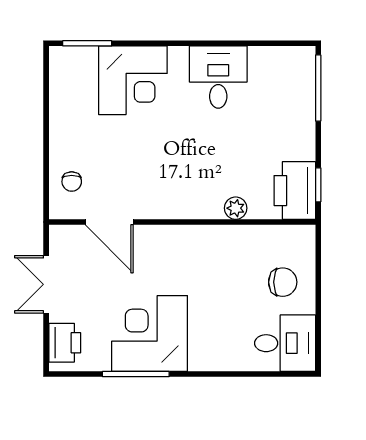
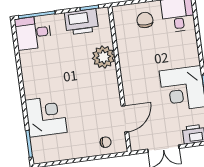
desk: (218, 77) -> (33, 33), moved
printer: (295, 191) -> (82, 22), moved
plant: (236, 208) -> (103, 57), width x1.87, depth x1.87

